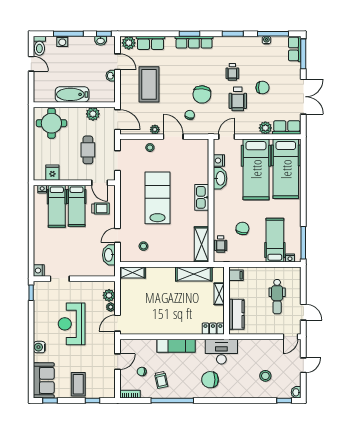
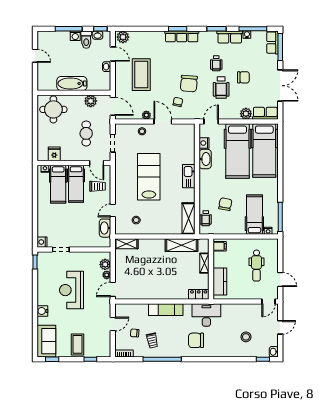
washing machine: (62, 41) -> (75, 36), moved
row of seats: (151, 43) -> (230, 37), moved
toilet: (39, 46) -> (86, 40), moved

